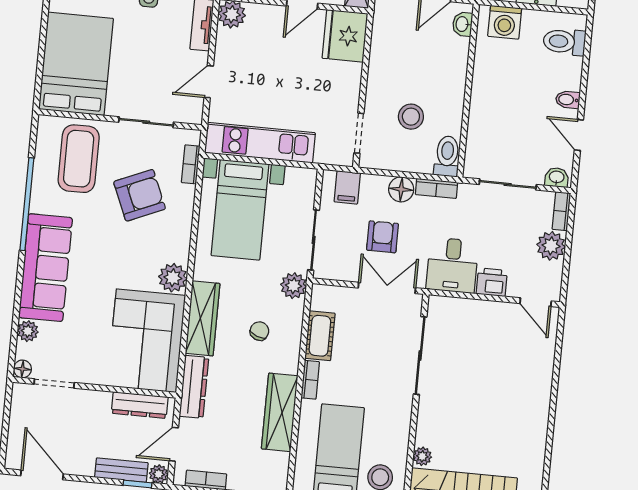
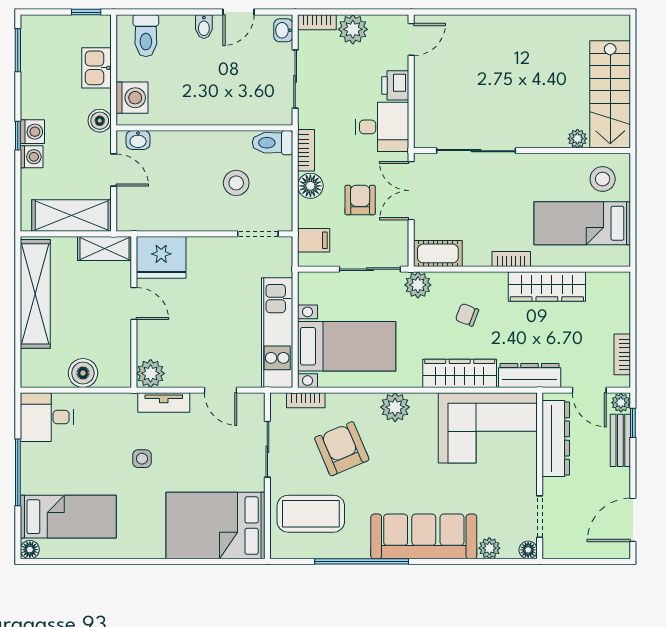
armchair: (383, 237) -> (360, 200), turned 90
plant: (173, 278) -> (395, 407), moved
cot: (320, 336) -> (438, 253), moved
dresser: (140, 405) -> (556, 438), width x1.37, depth x1.24

